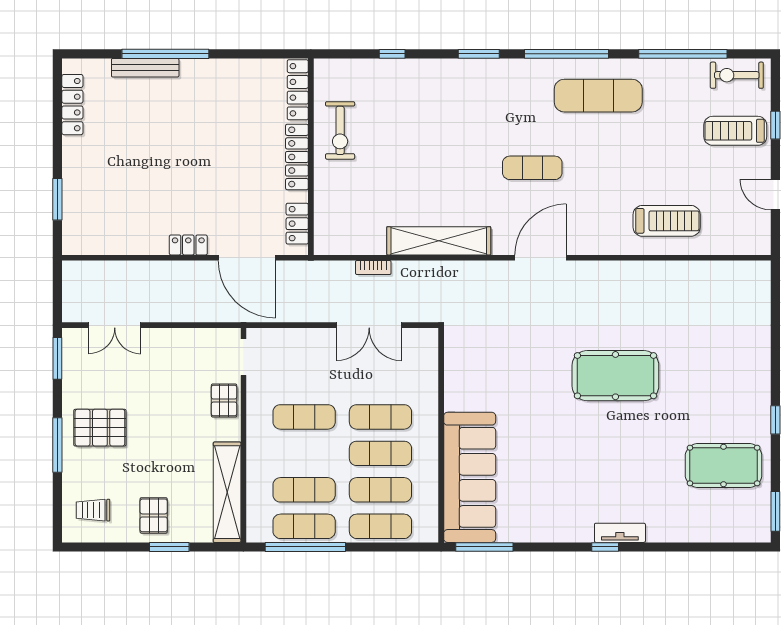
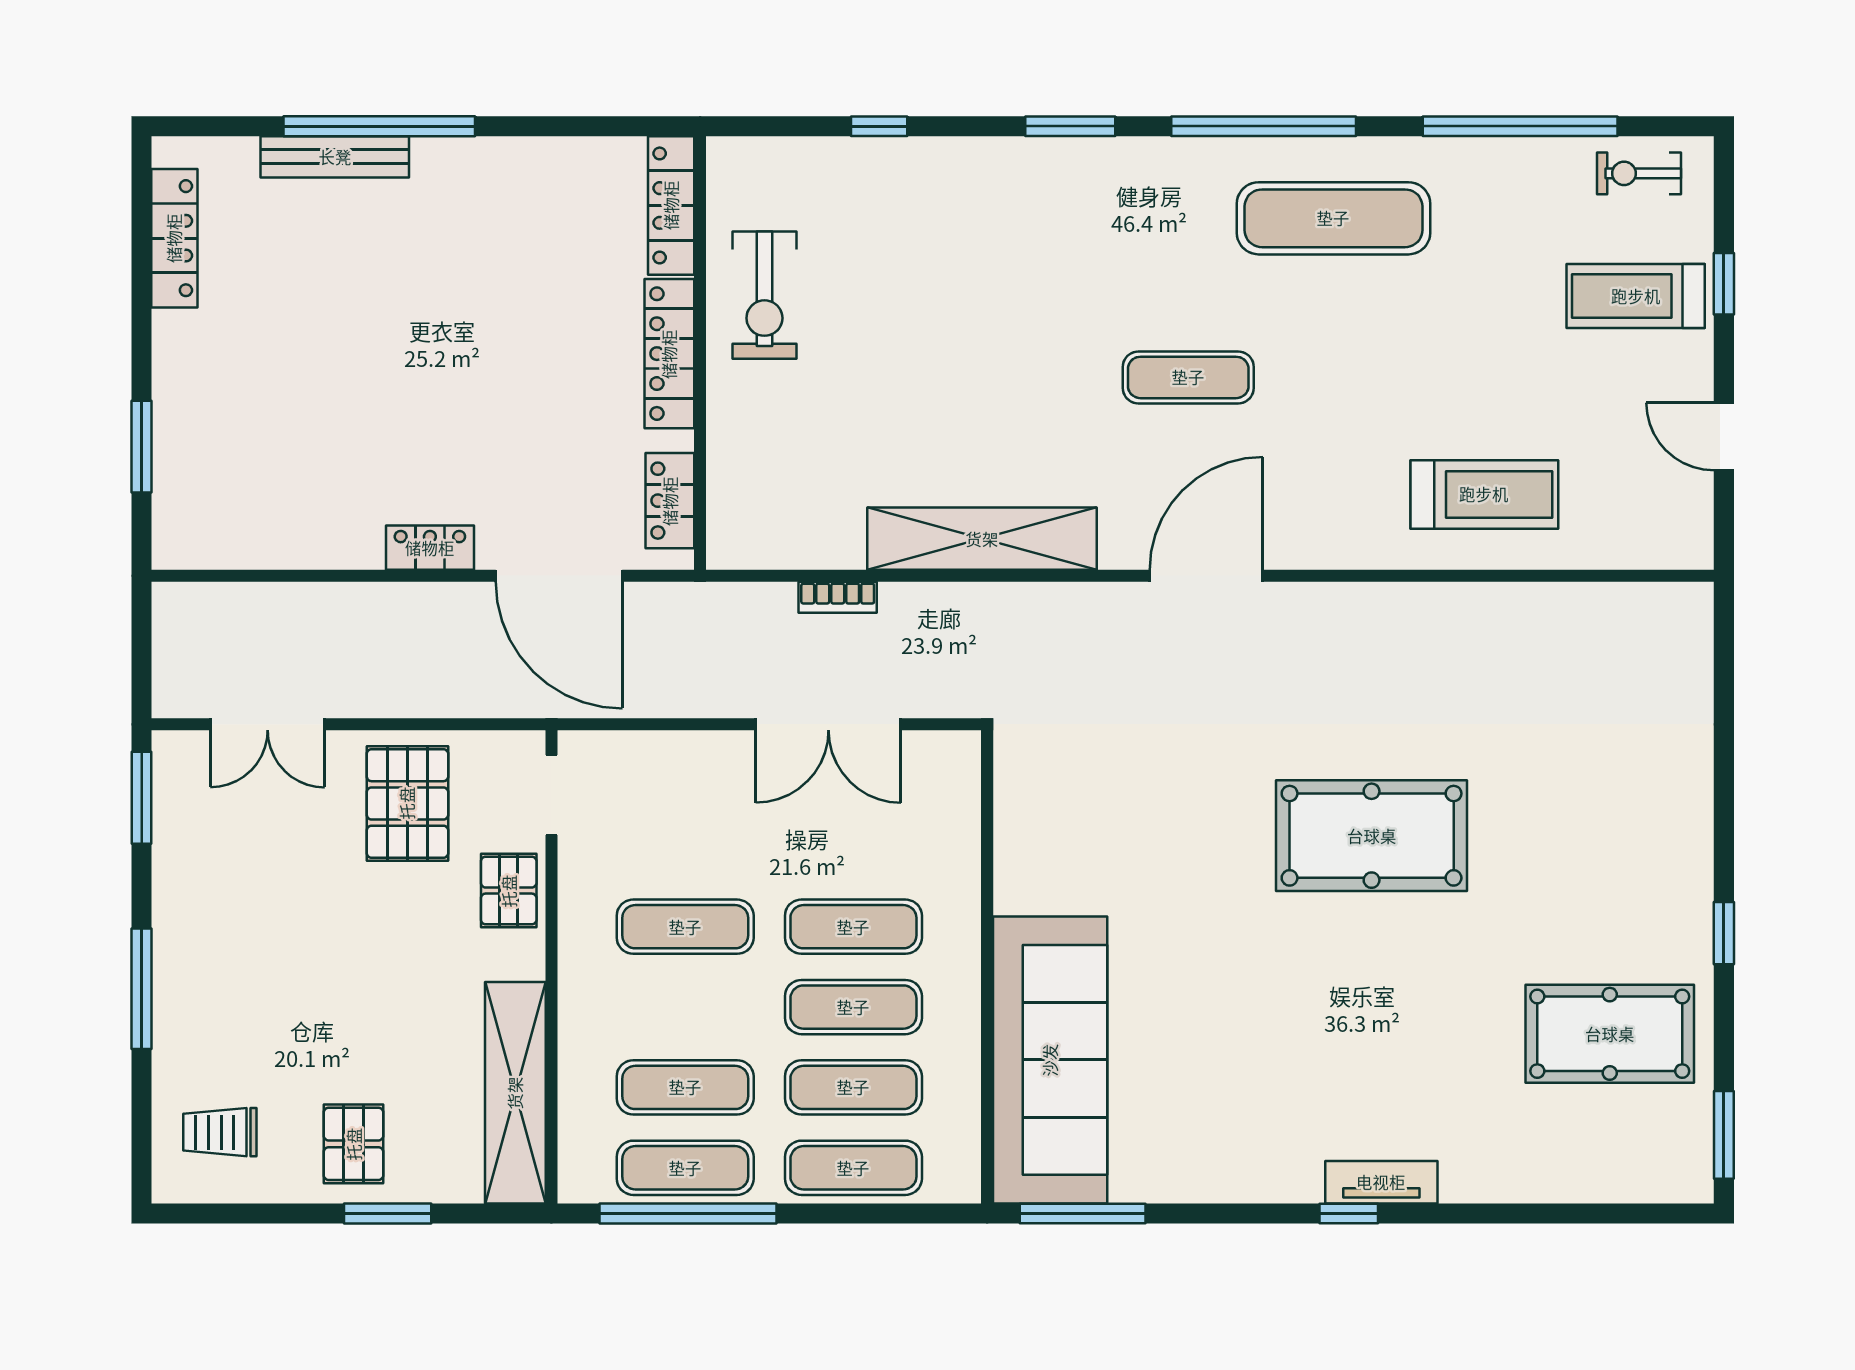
exercise bike: (737, 75) -> (1639, 173), width x0.73, depth x0.72
pallet: (100, 428) -> (407, 803), moved, turned 90

